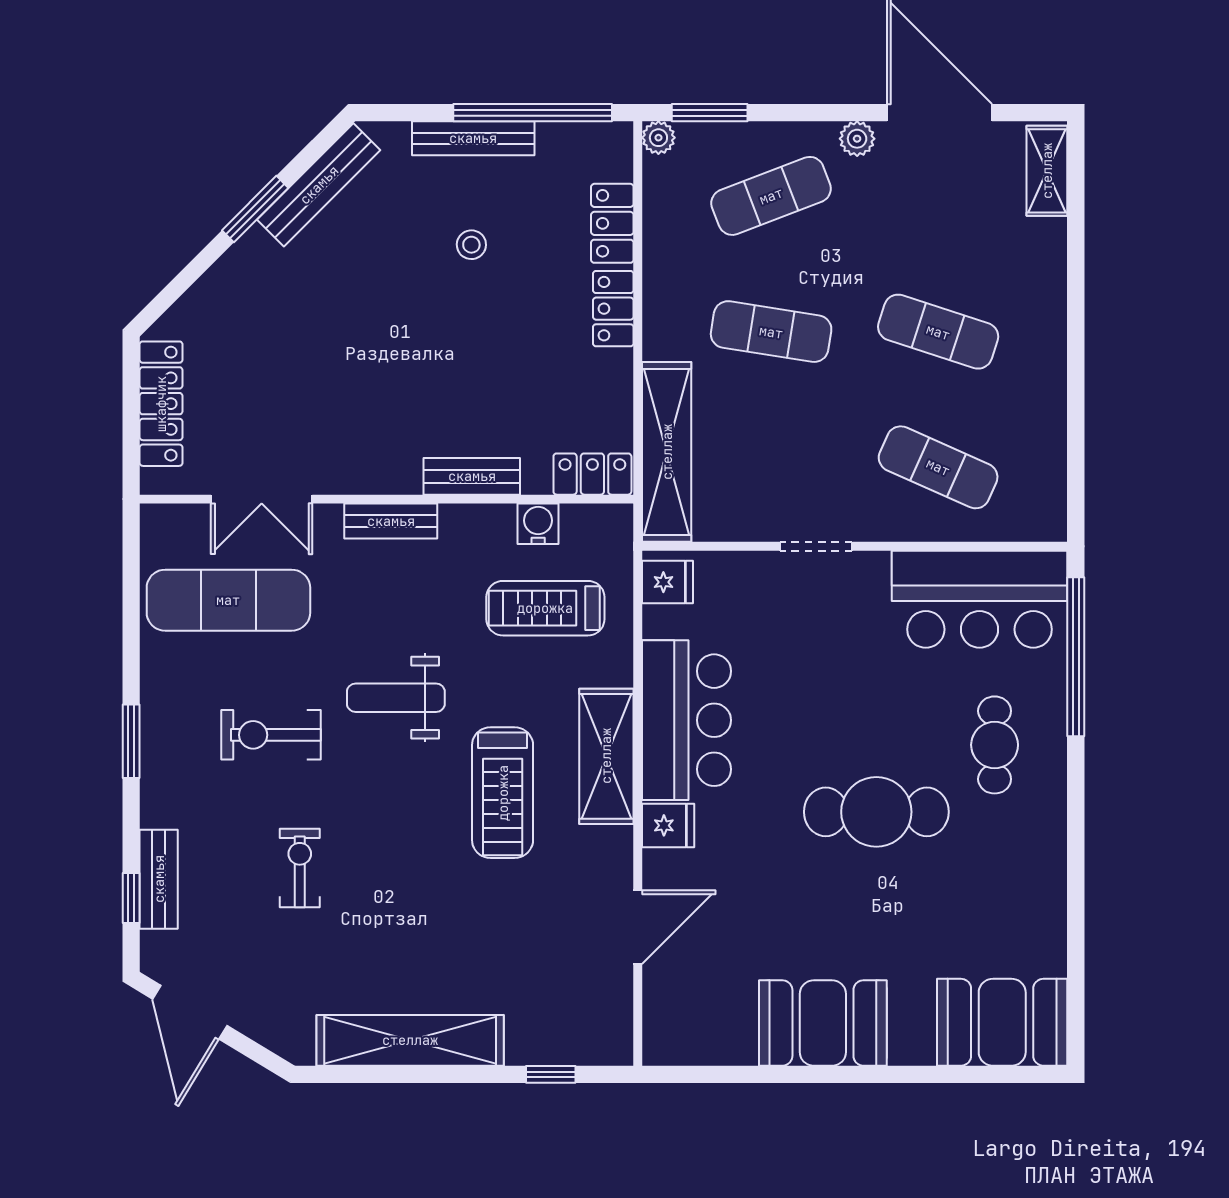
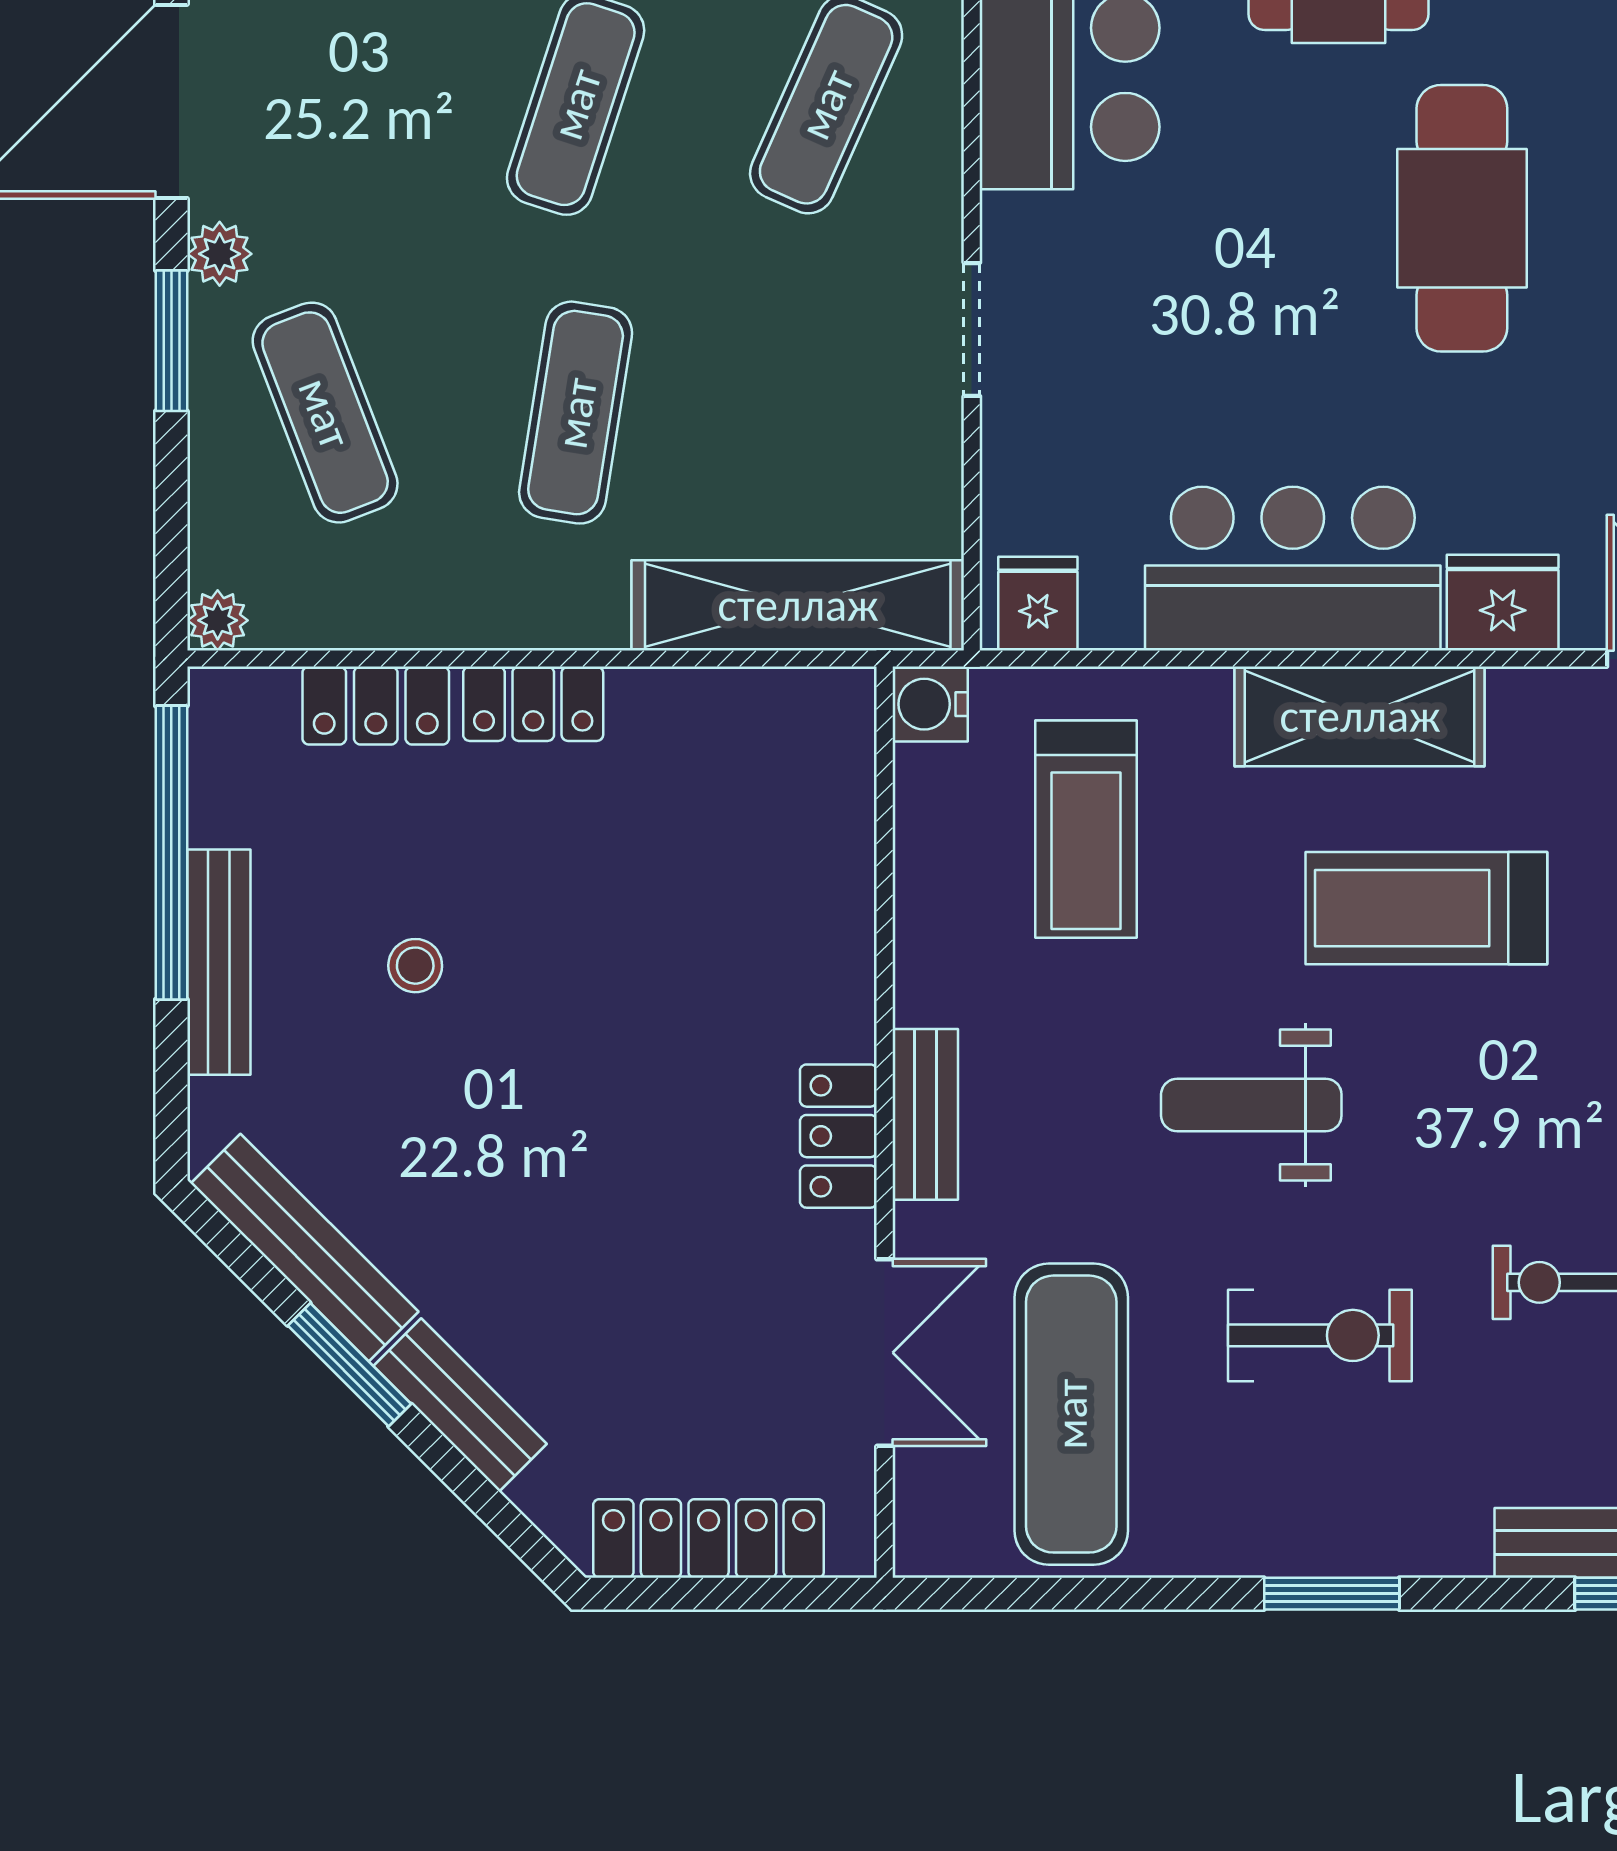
window: (710, 113) -> (171, 341), moved
locker: (592, 474) -> (838, 1136), moved
bench: (472, 476) -> (460, 1405), moved, turned -45
water cooler: (538, 524) -> (930, 704), moved
weight bench: (396, 698) -> (1251, 1105), turned 90
exercise bike: (271, 735) -> (1320, 1335), turned -90
treadmill: (503, 793) -> (1426, 908), turned 180
fridge: (668, 825) -> (1503, 603), width x1.38

